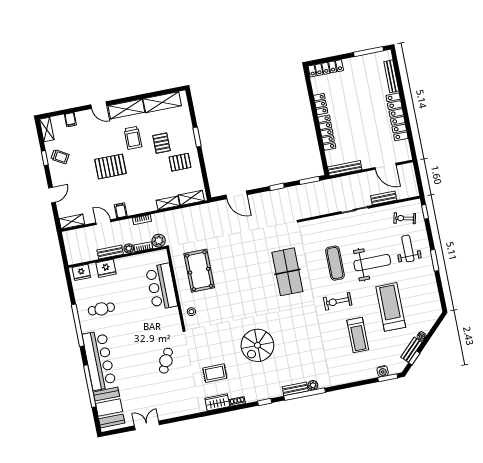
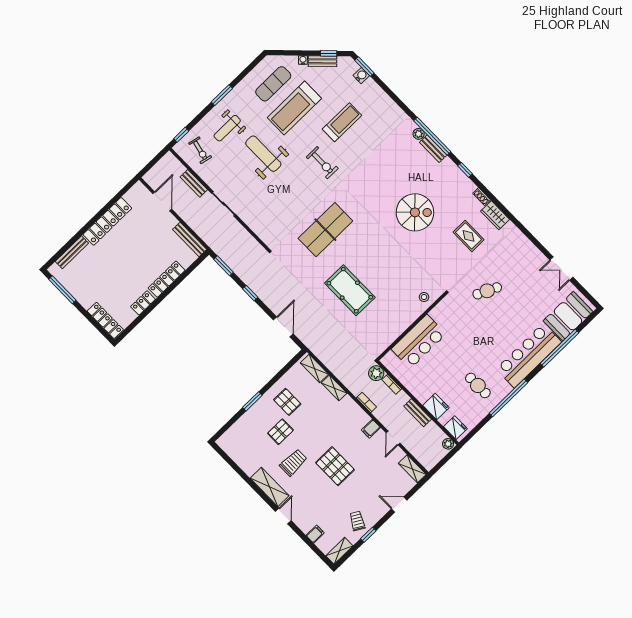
shelving: (162, 102) -> (241, 457), removed
plant: (129, 248) -> (448, 444), moved
exercise mat: (335, 263) -> (273, 84), moved
pool table: (199, 271) -> (350, 290), moved, turned 90

